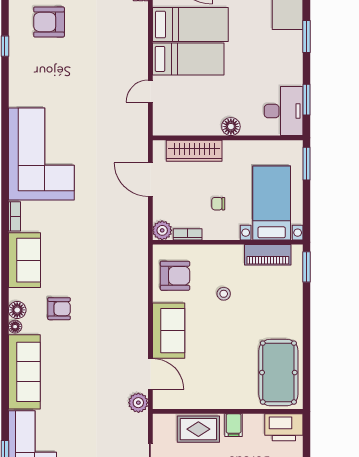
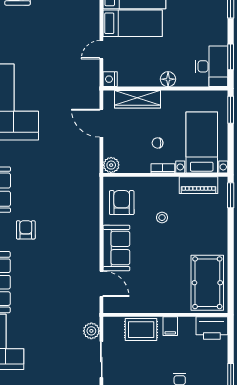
nightstand: (161, 127) -> (110, 79), added
bookcase: (188, 234) -> (163, 168), moved
armchair: (175, 276) -> (122, 203), turned -90
armchair: (59, 309) -> (26, 230), turned -90
plant: (138, 403) -> (91, 331), moved

